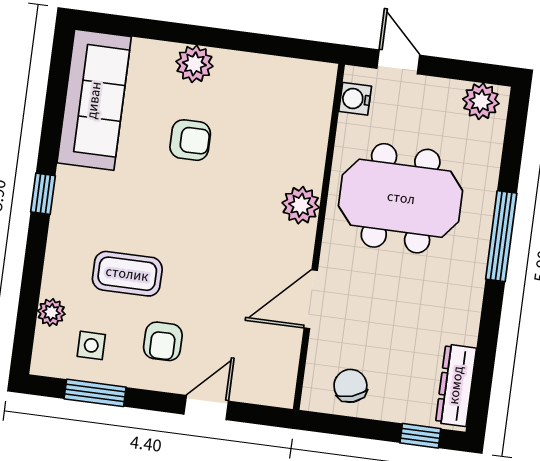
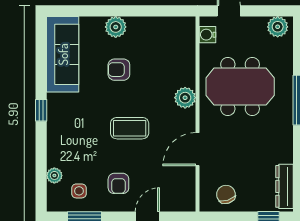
armchair: (190, 140) -> (119, 70), turned 180
coffee table: (127, 274) -> (130, 128), moved

